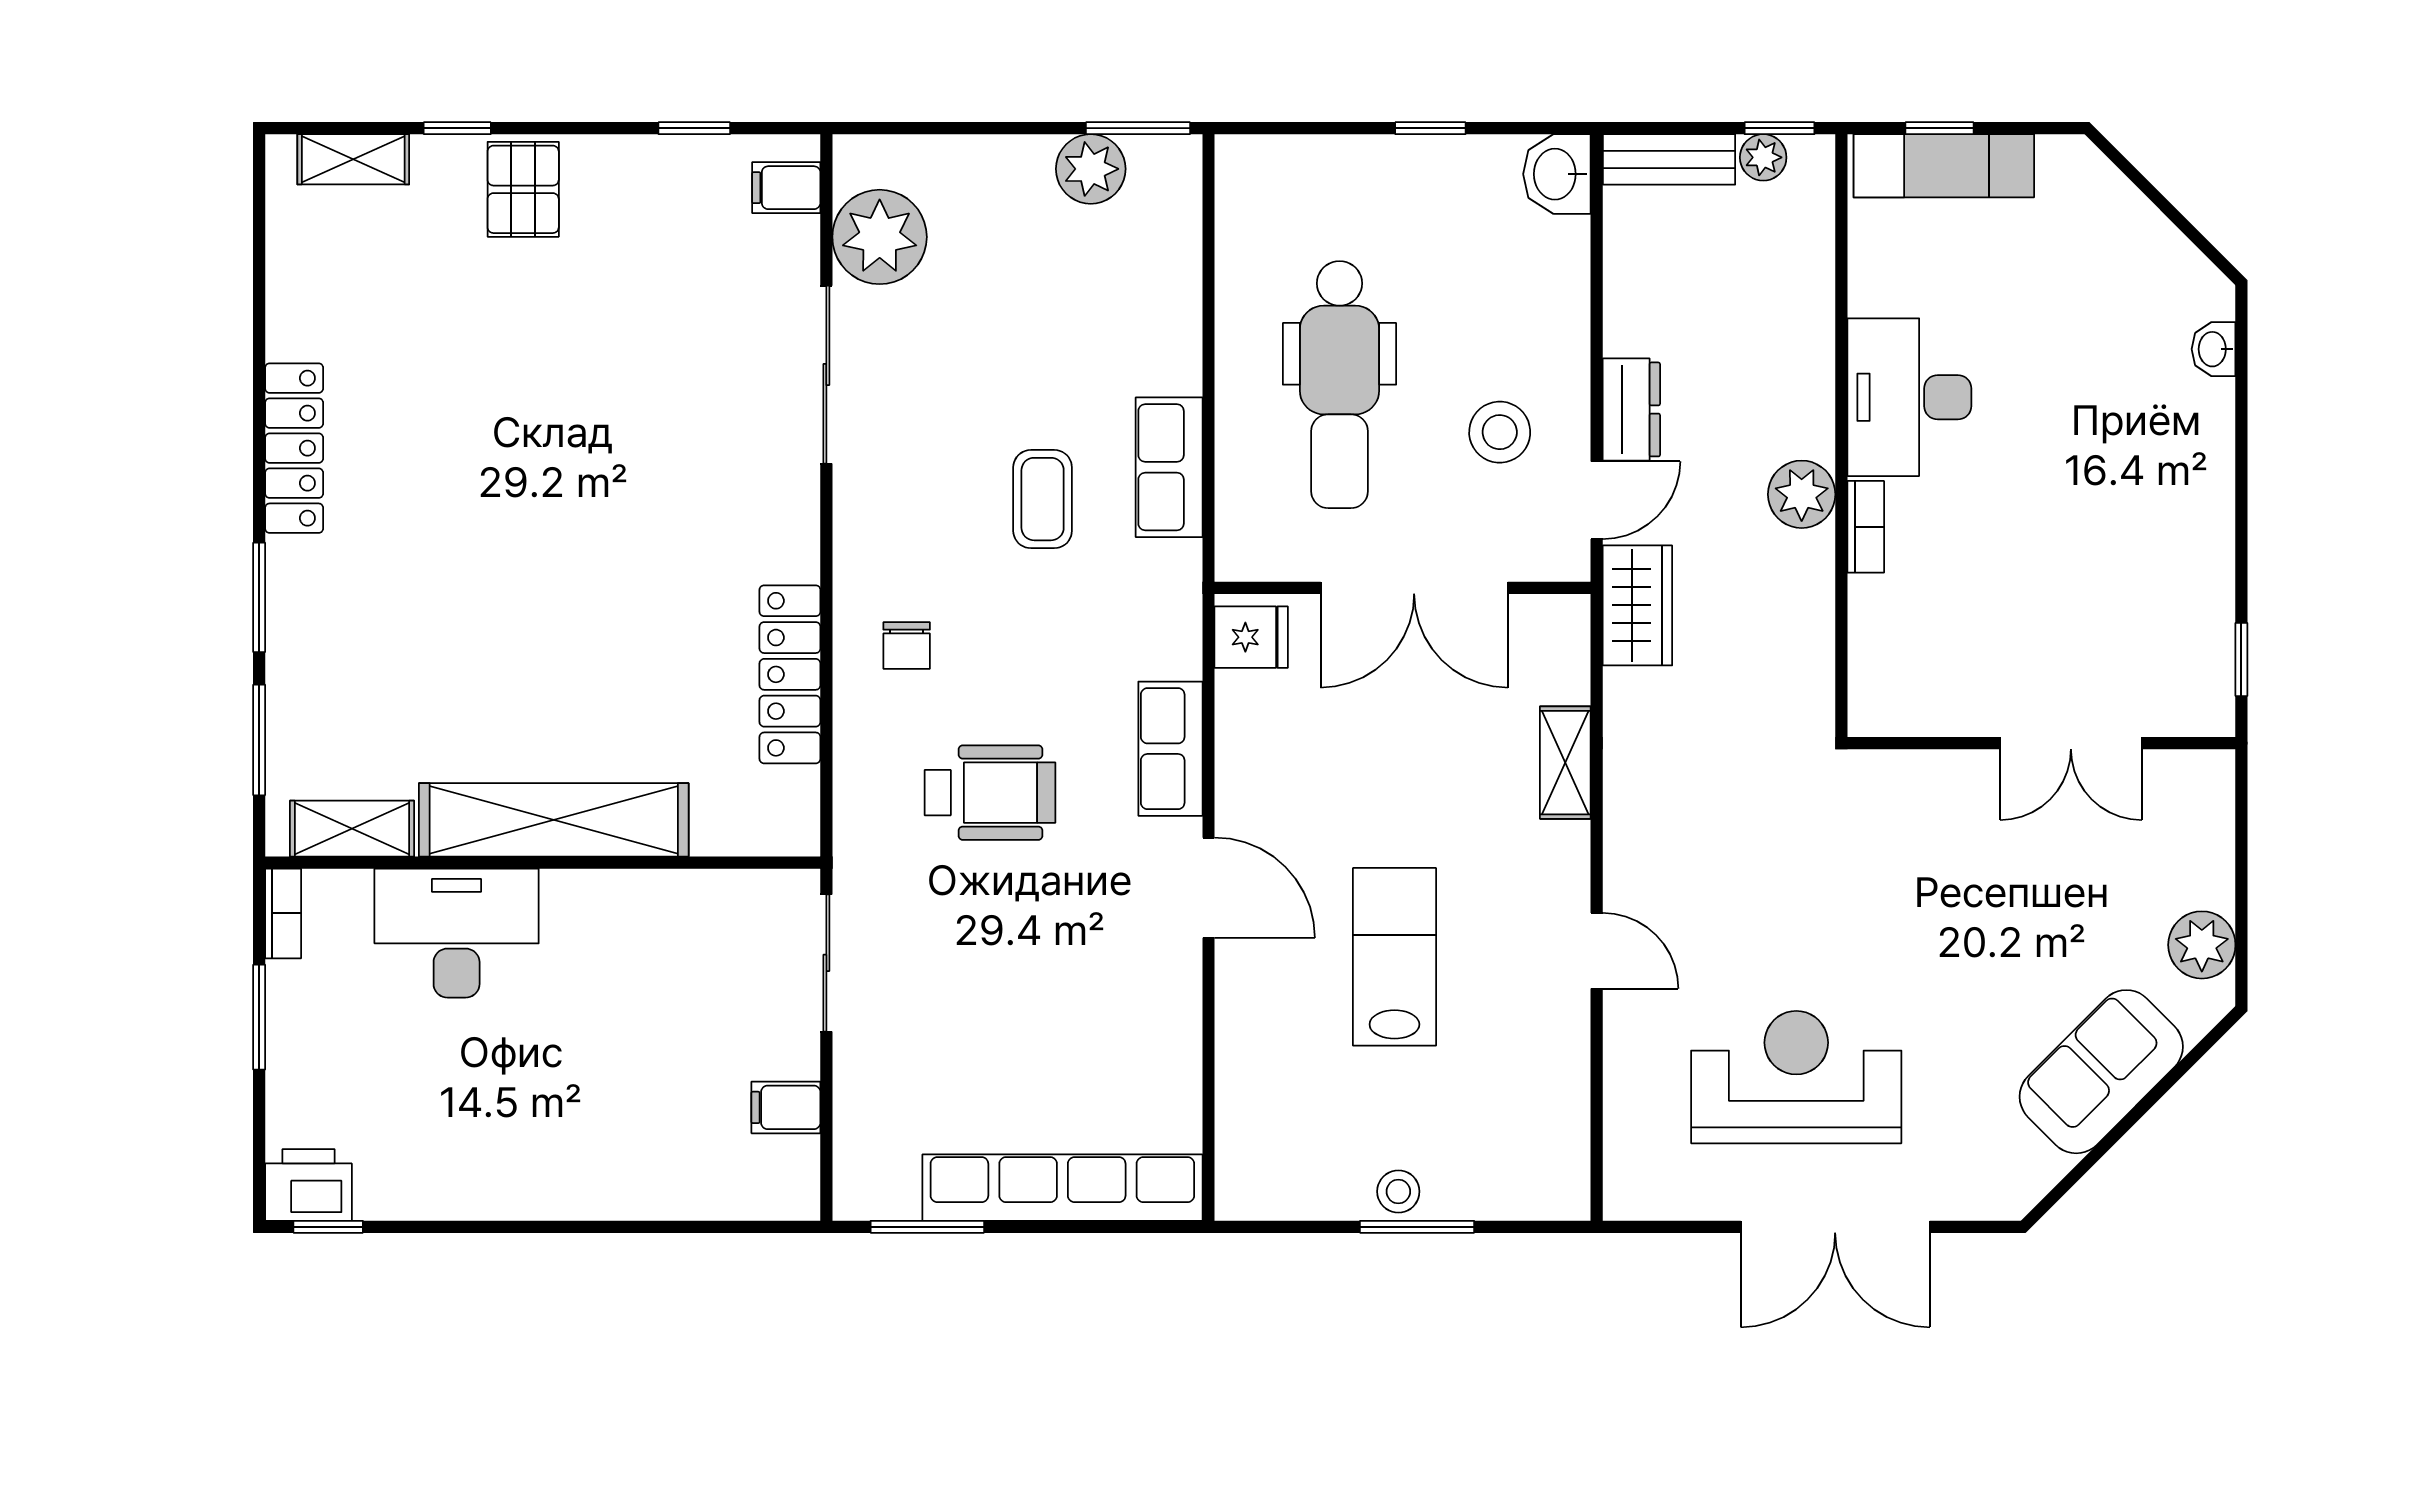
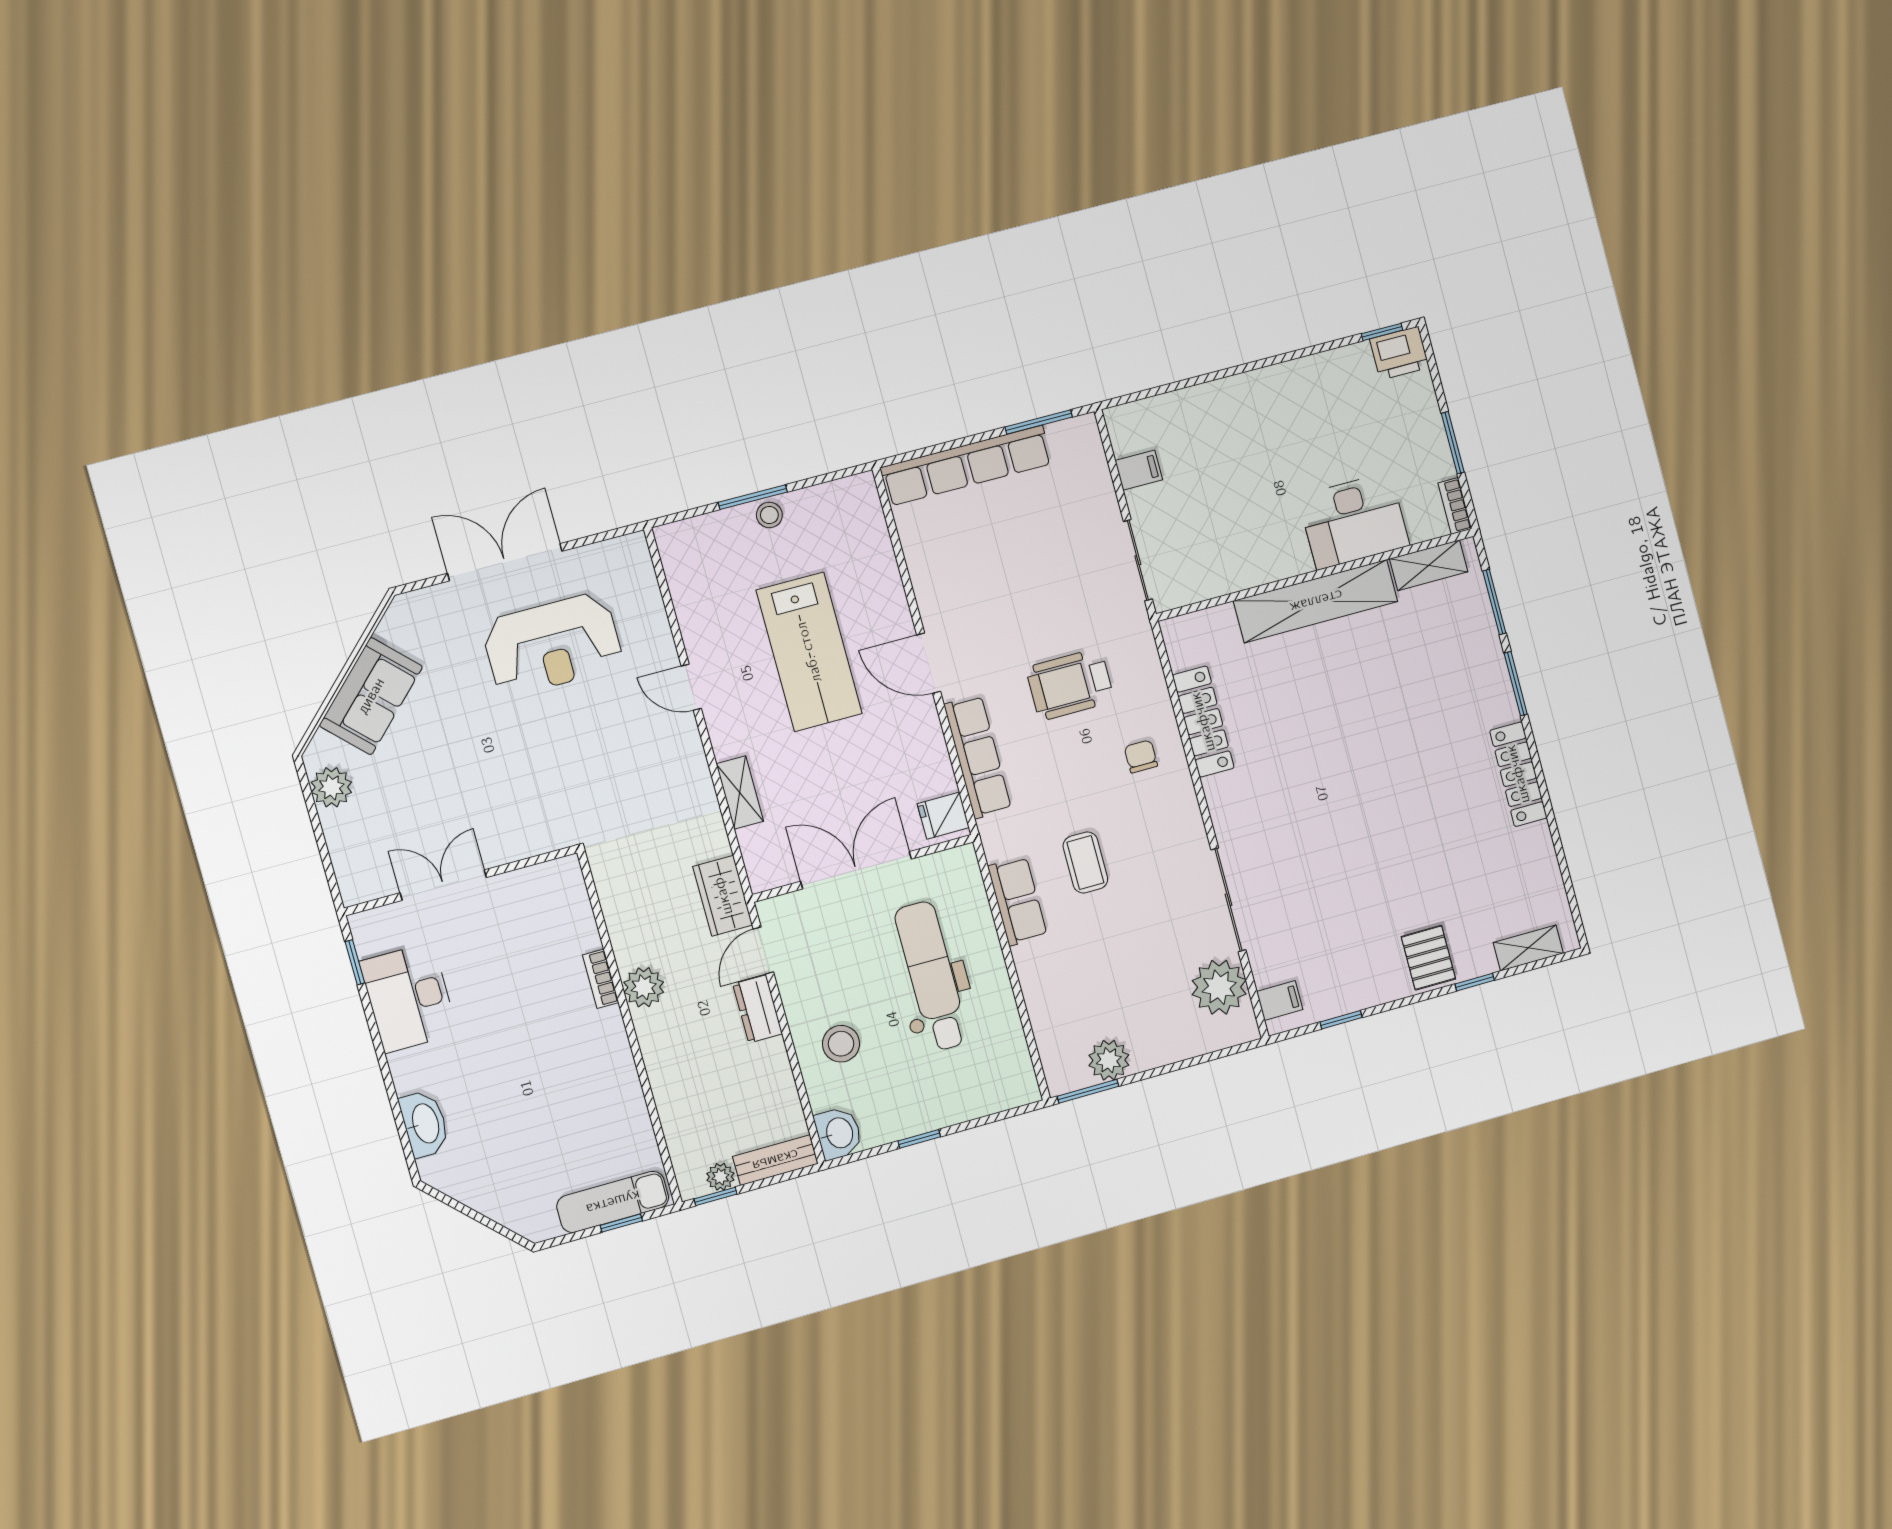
washbasin: (2214, 349) -> (424, 1124), width x1.91, depth x1.45
desk: (1909, 397) -> (409, 998), moved, turned 180
stool: (1500, 432) -> (841, 1044), moved
row of seats: (1170, 749) -> (978, 757), width x1.48
lab bench: (1394, 957) -> (809, 652), width x1.36, depth x1.39

